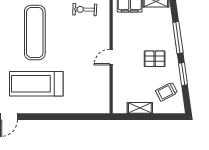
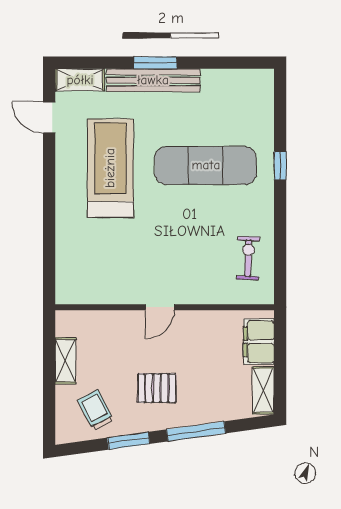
door: (111, 57) -> (160, 307), swing flipped
pallet: (155, 59) -> (157, 388), turned 90

